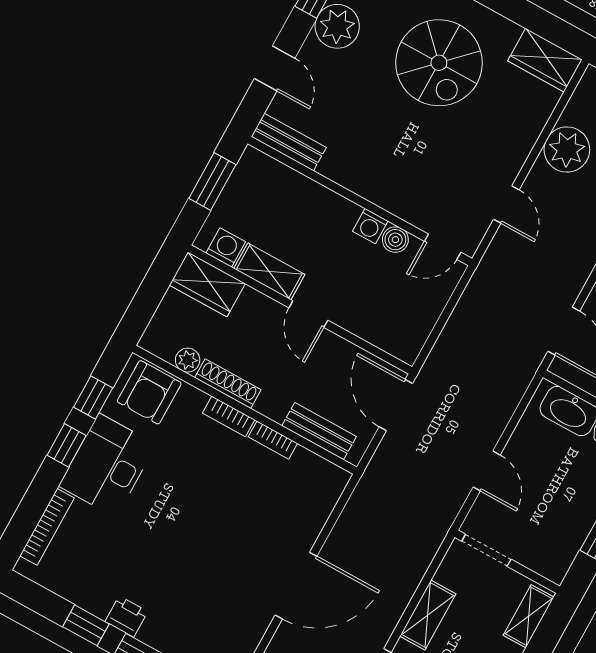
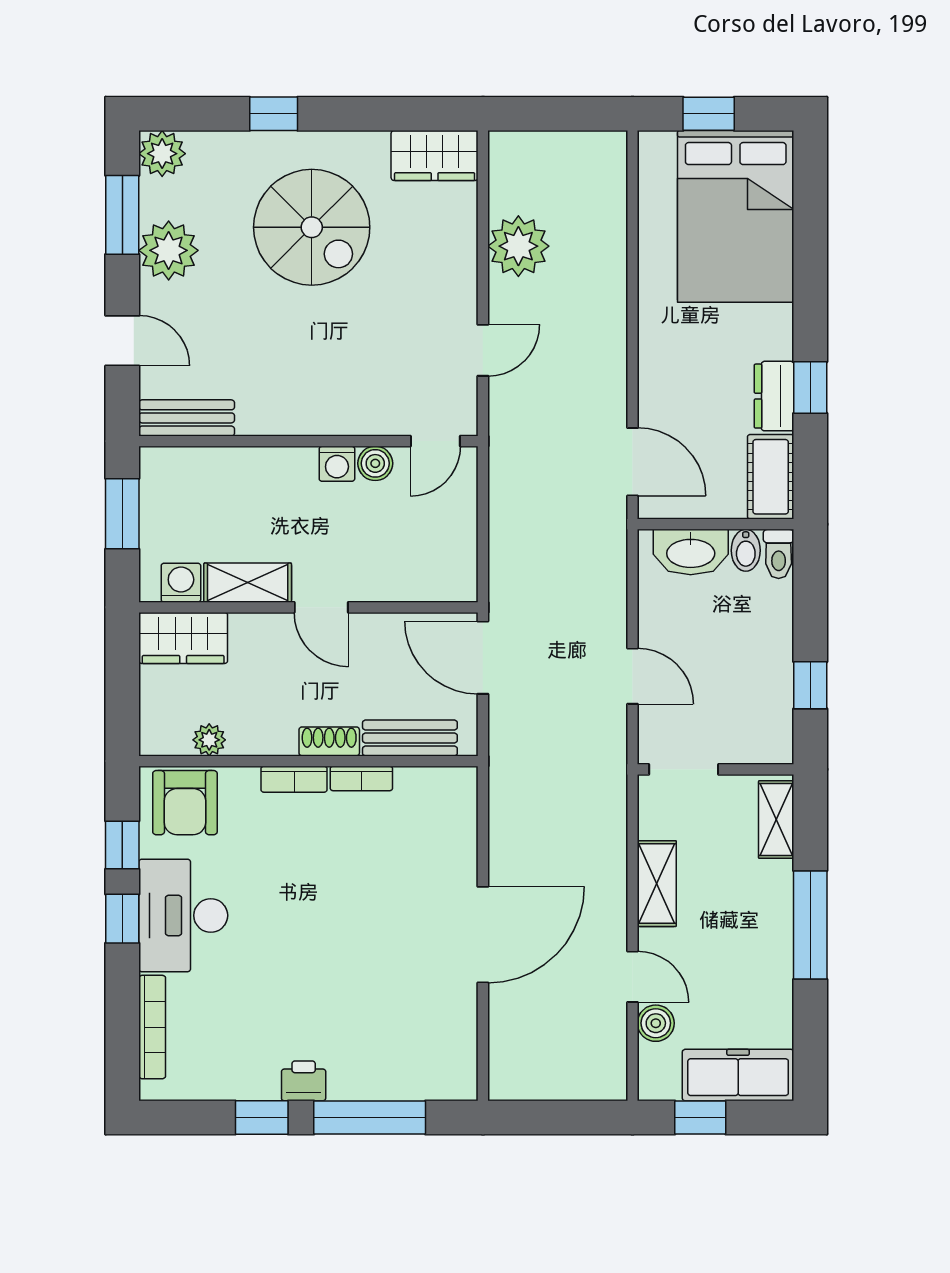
door: (506, 205) -> (483, 350), hinge flipped
shoe rack: (228, 384) -> (329, 741), moved, width x0.70

